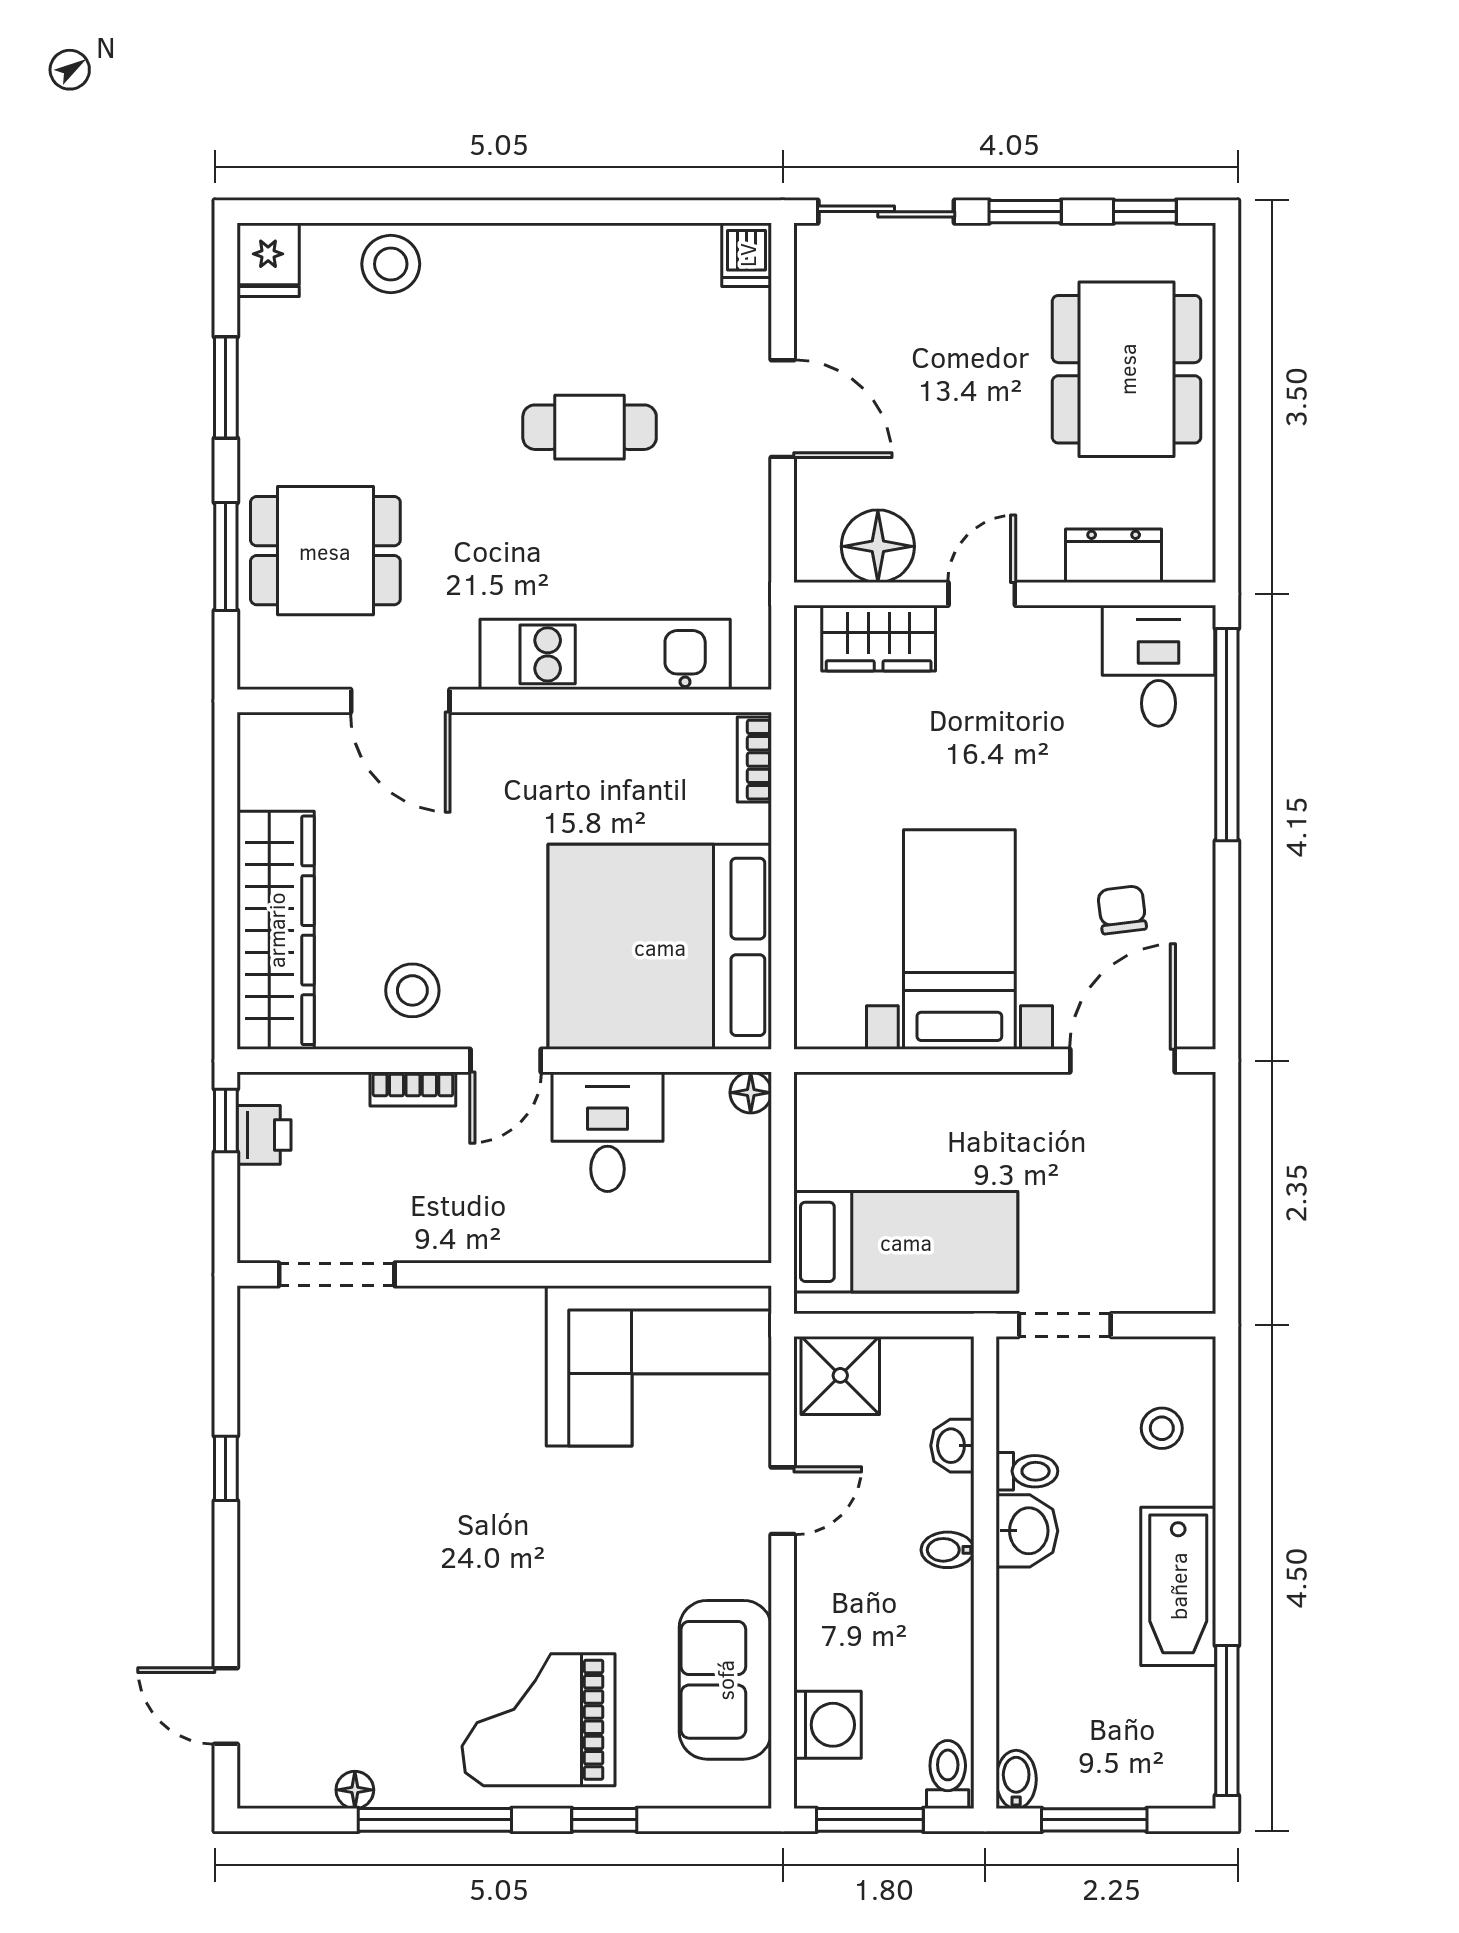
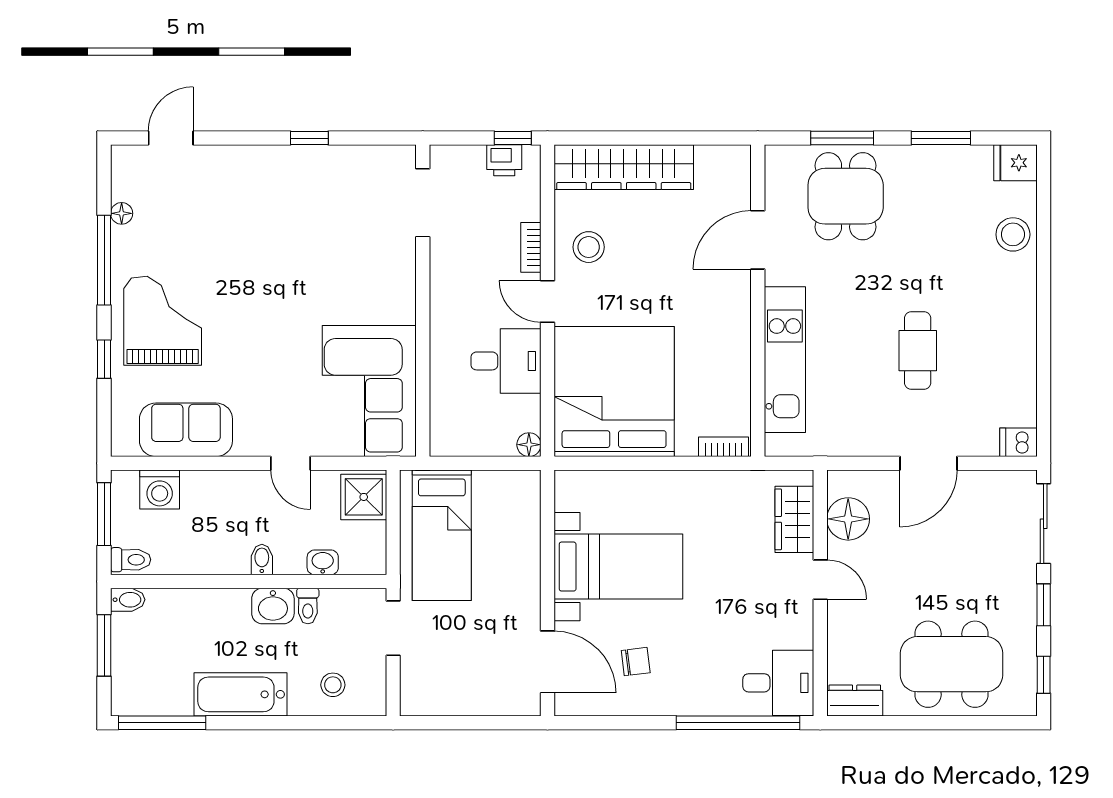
dresser: (1114, 556) -> (855, 700), moved, turned -90

